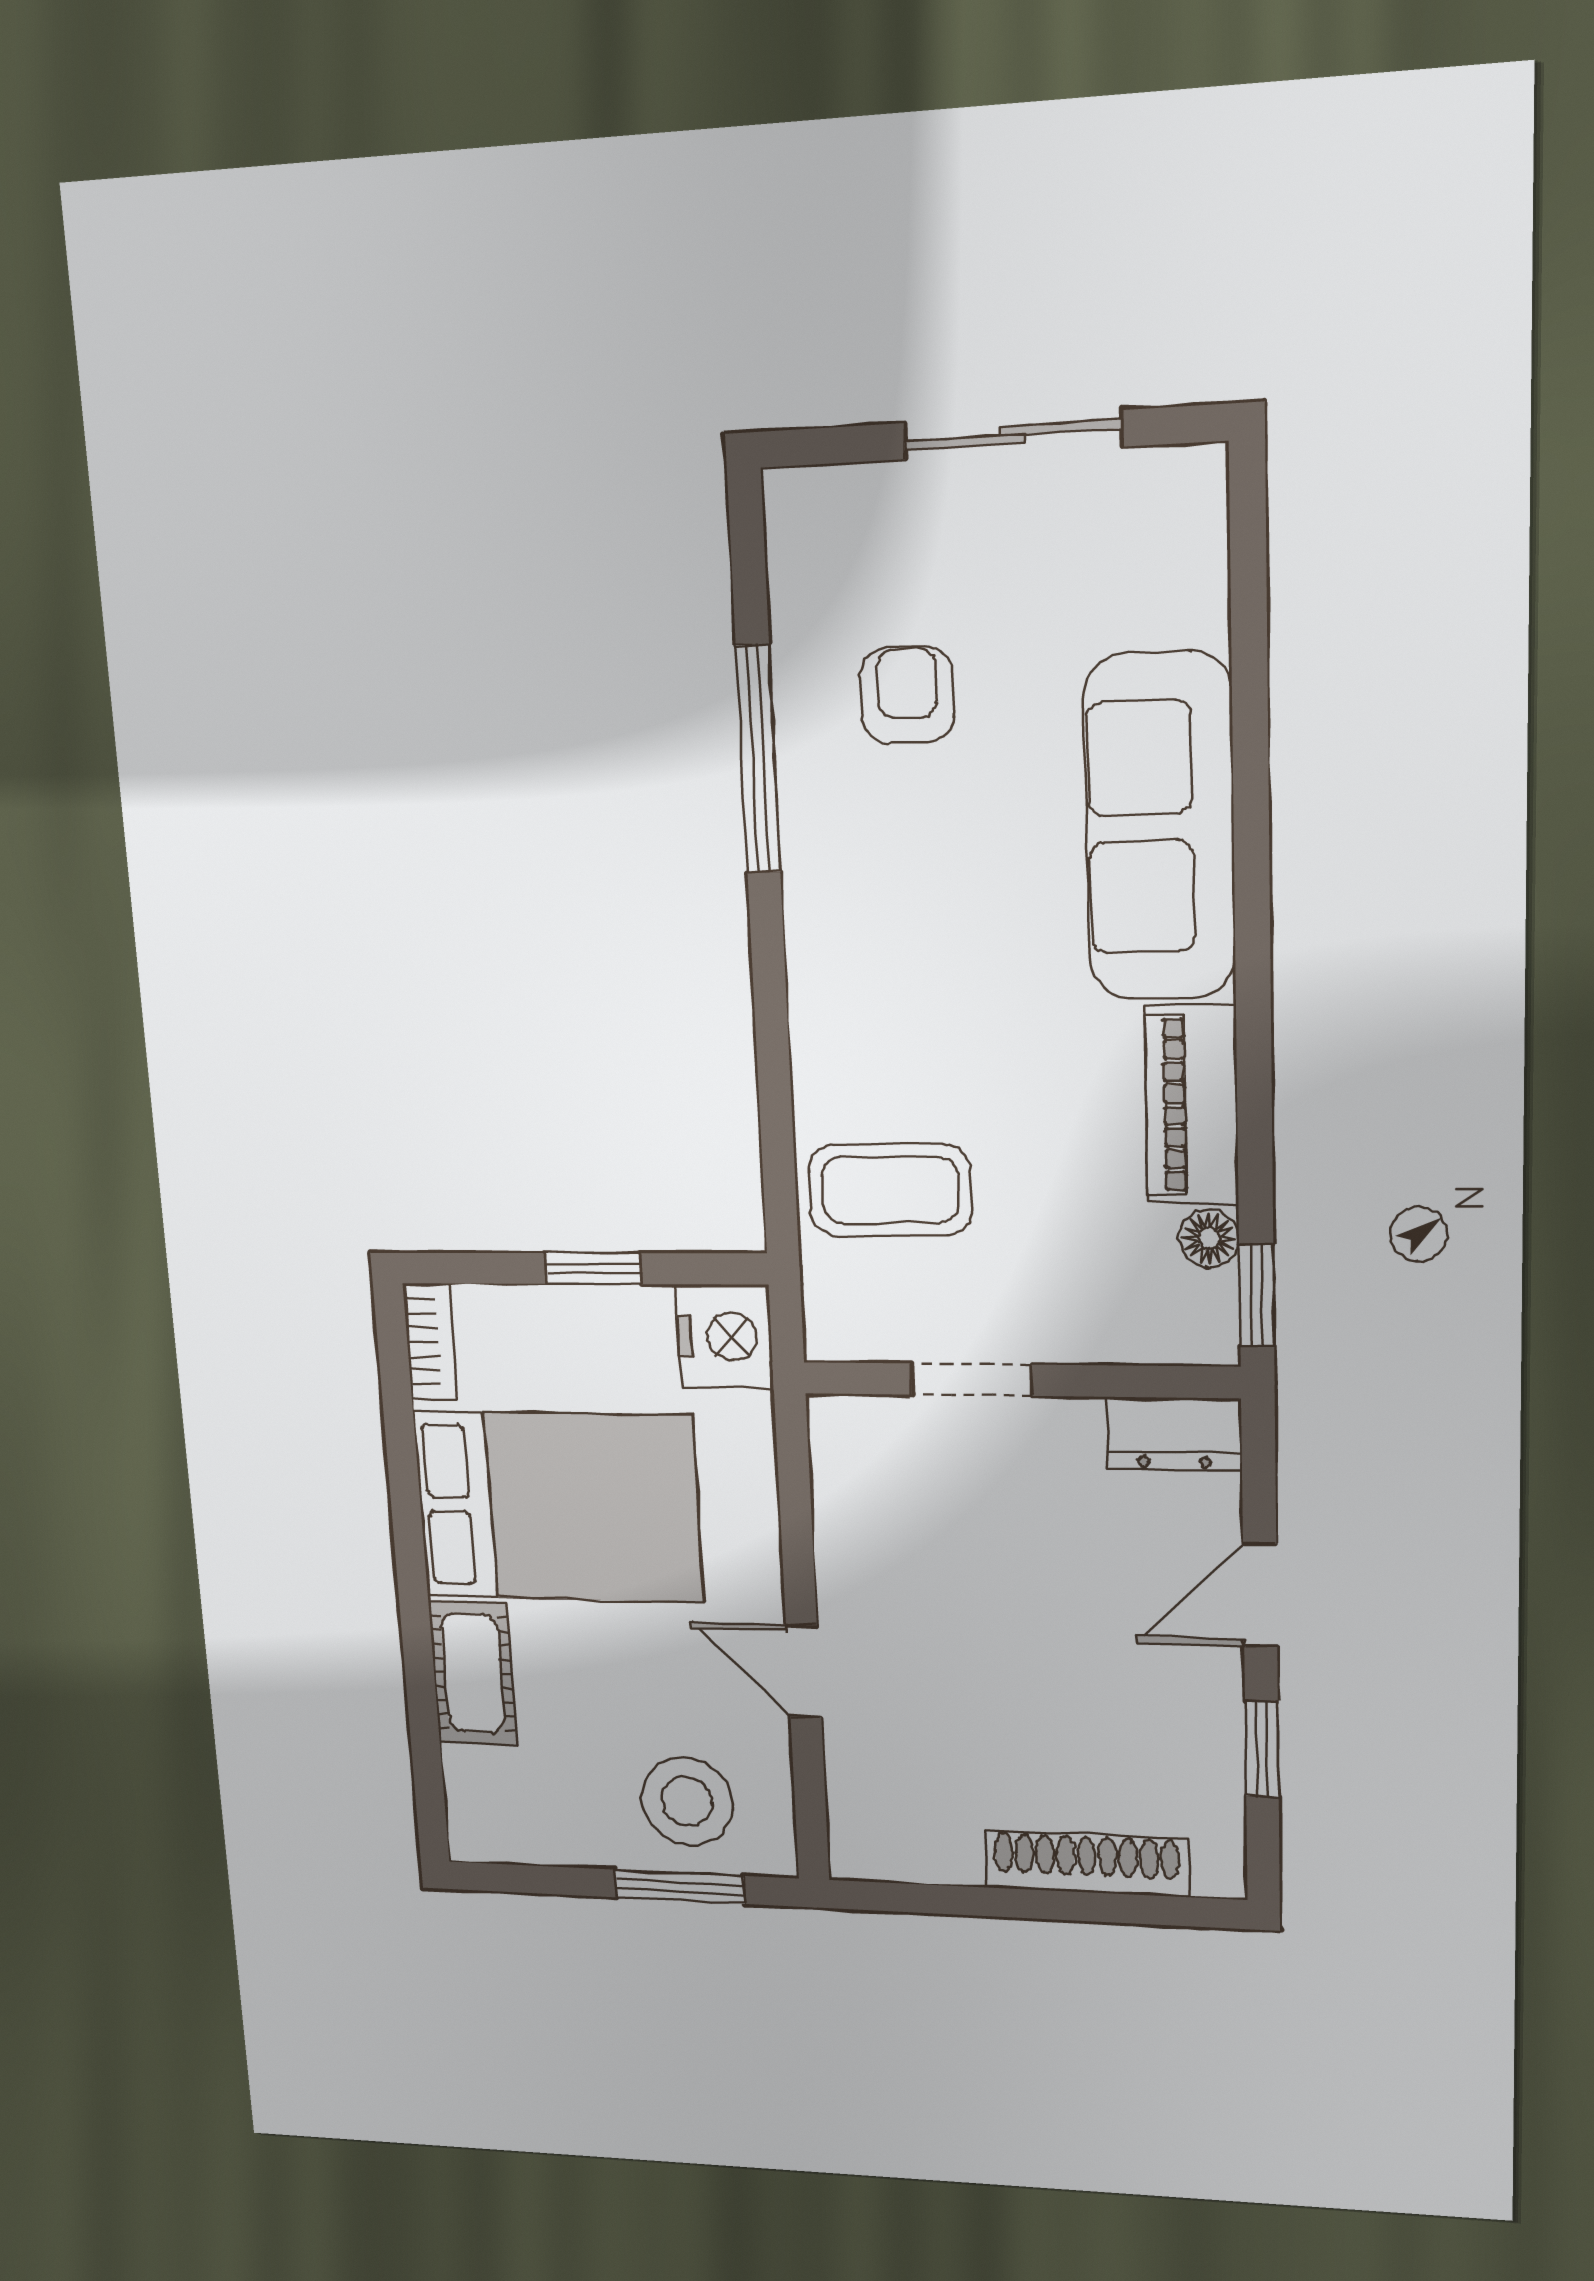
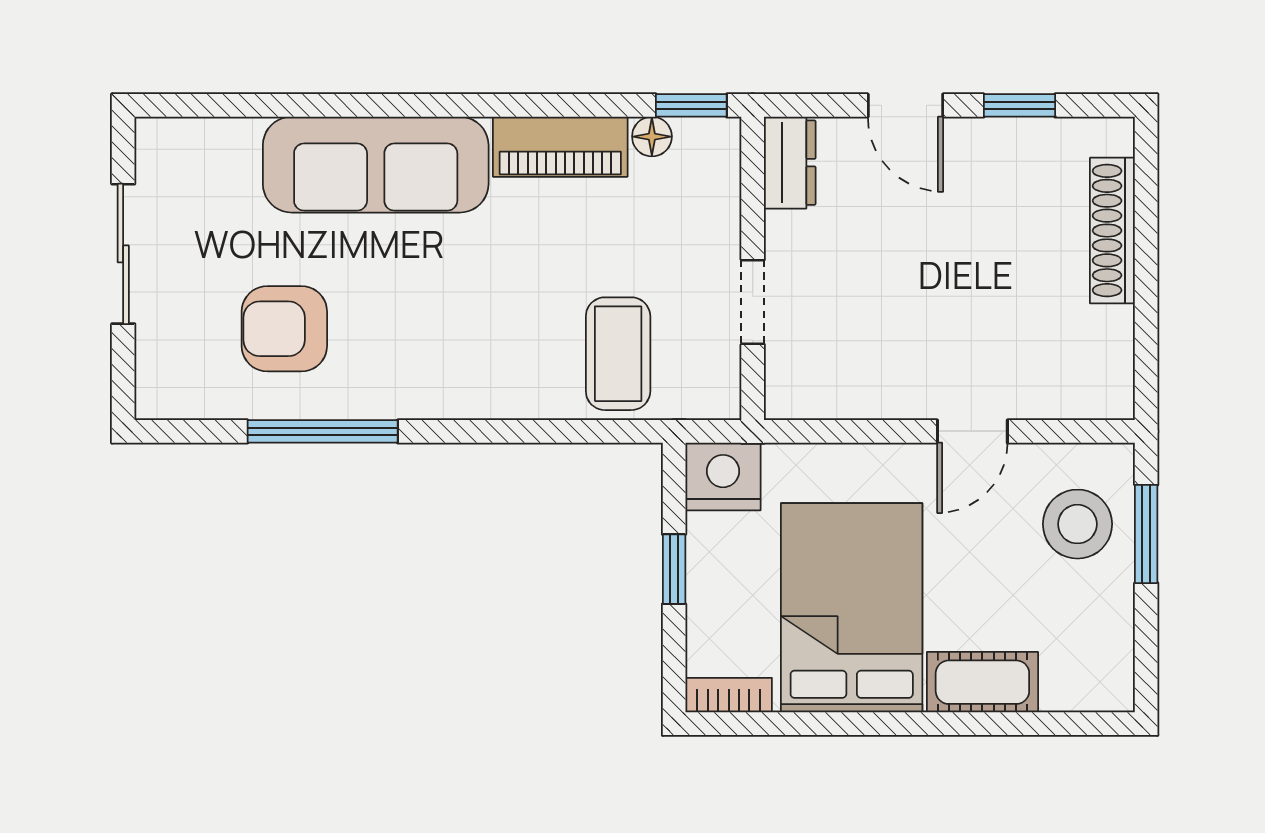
armchair: (907, 695) -> (284, 329), width x1.38, depth x1.38

